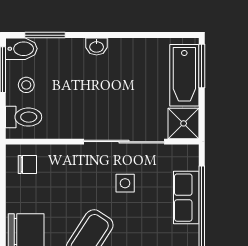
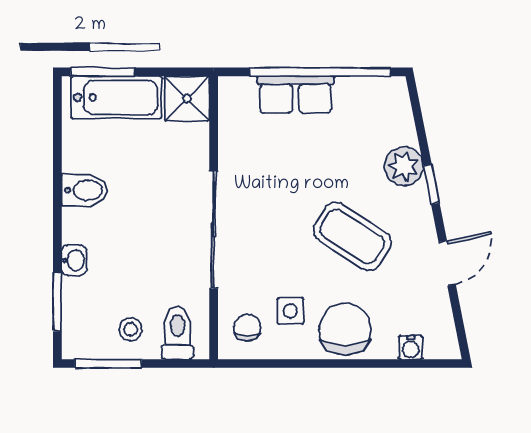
washbasin: (97, 46) -> (74, 260), moved
bidet: (21, 49) -> (85, 190), moved, turned 90
sliding door: (124, 142) -> (214, 230), moved
side table: (125, 183) -> (290, 311), moved

